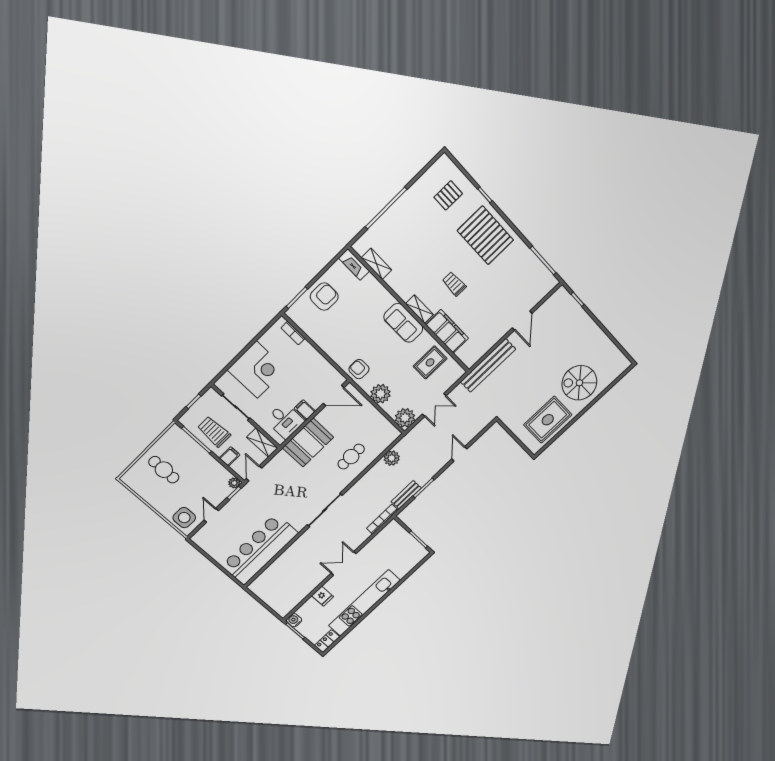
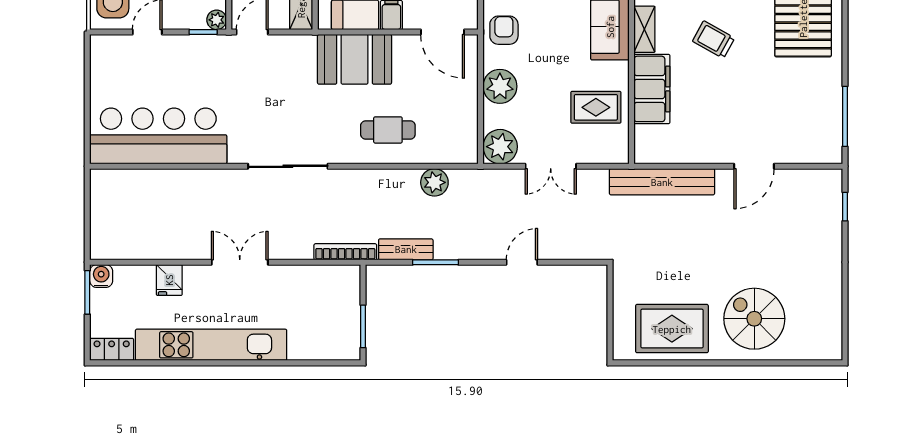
trolley: (454, 284) -> (714, 40), turned -61

